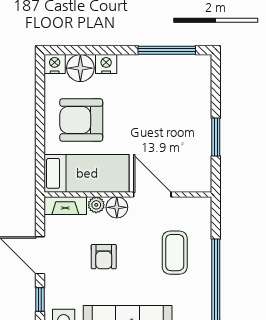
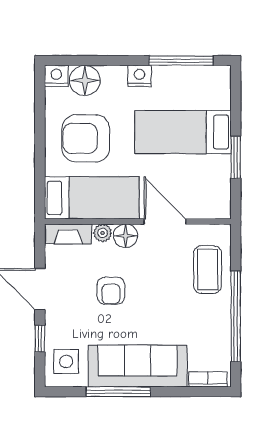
nightstand: (106, 64) -> (140, 76), moved
bed: (168, 114) -> (183, 132), added
coffee table: (175, 253) -> (208, 270), moved

